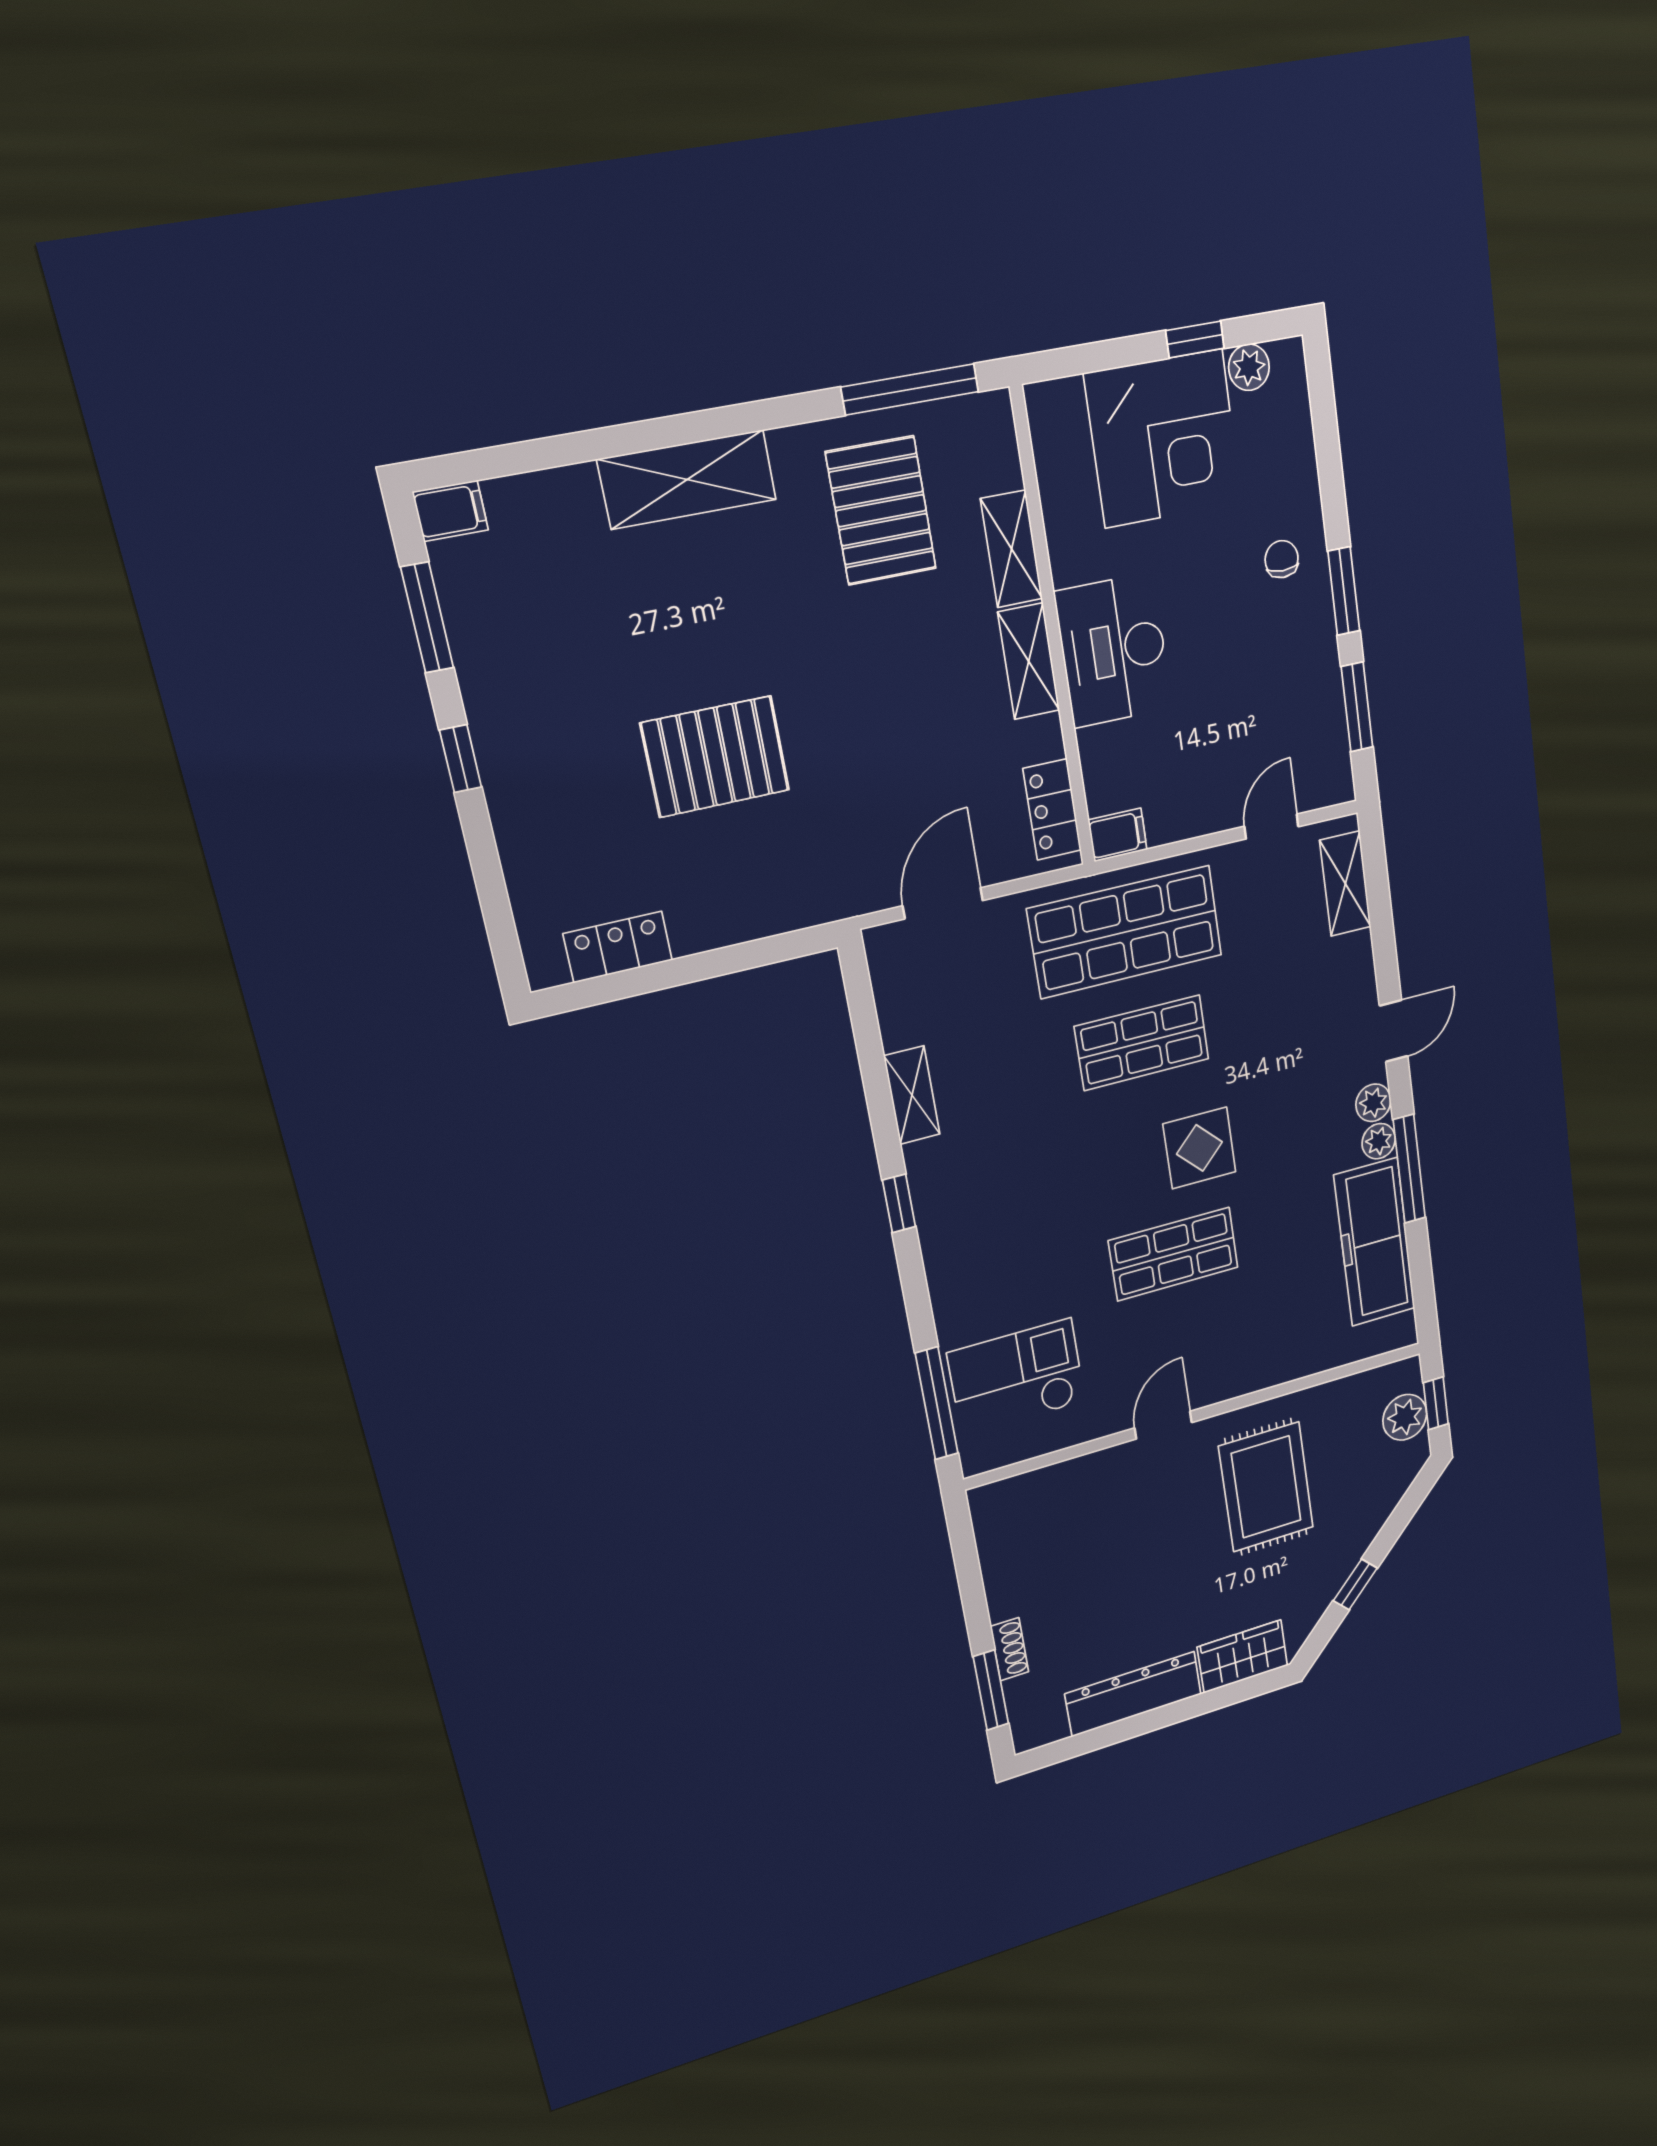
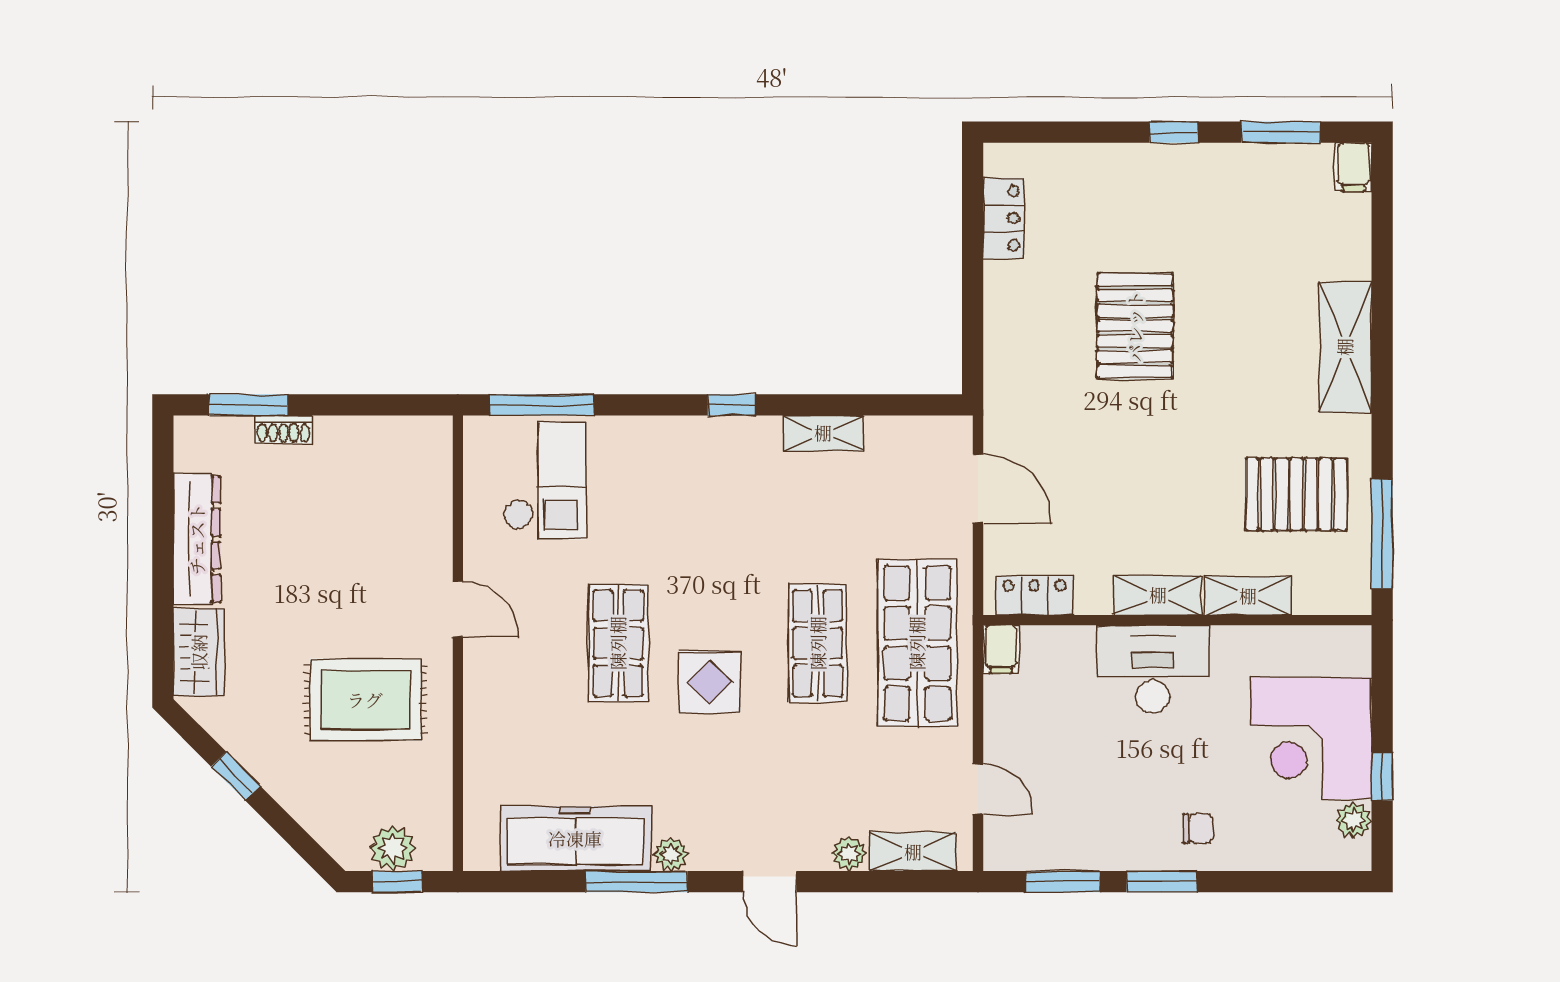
plant: (1373, 1103) -> (849, 854), moved

